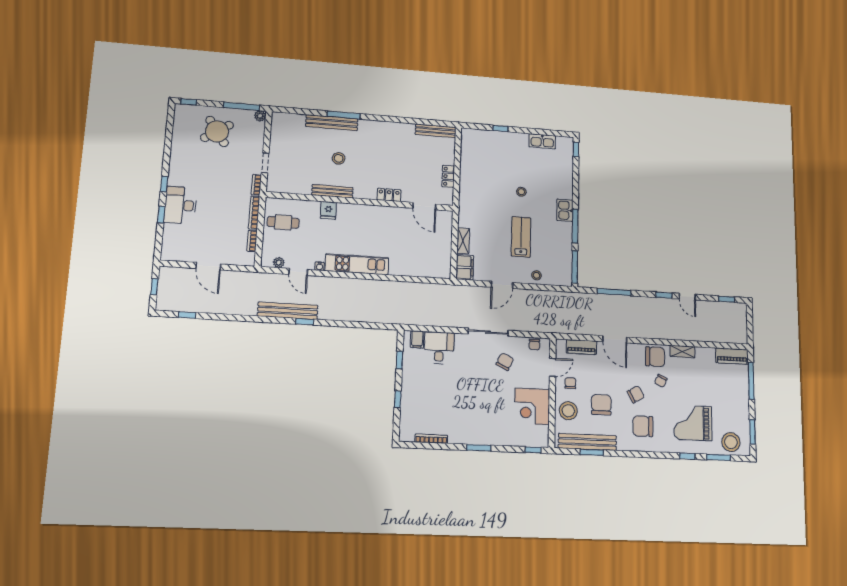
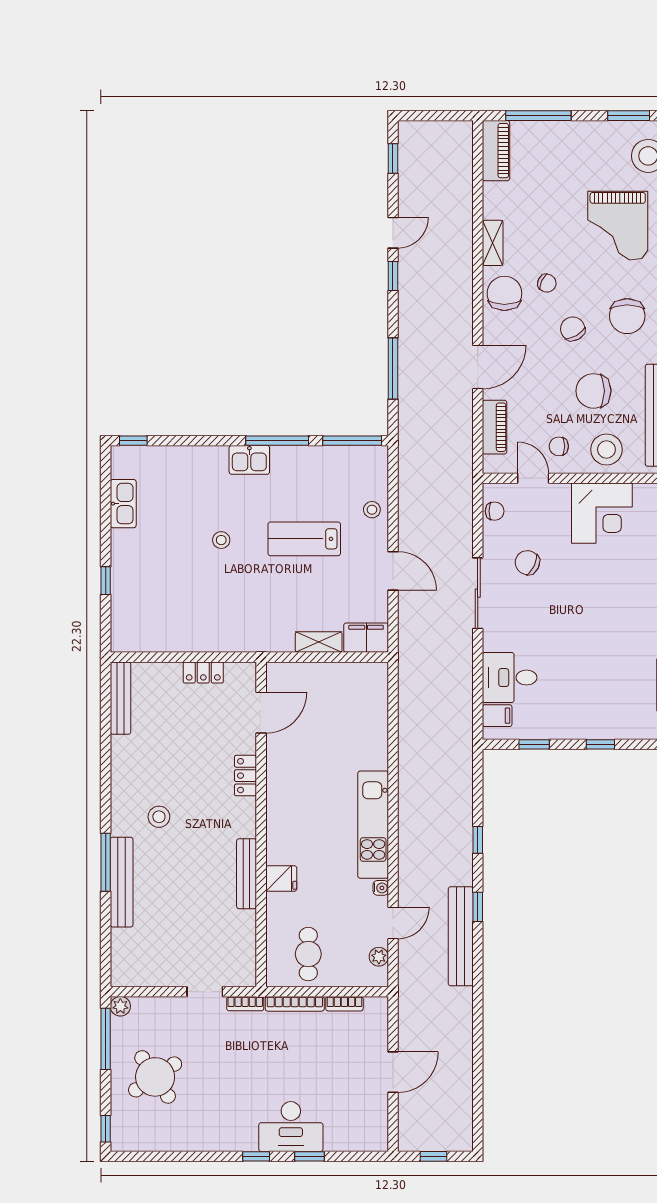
stool: (339, 158) -> (159, 817), moved
window: (187, 315) -> (478, 840), moved

